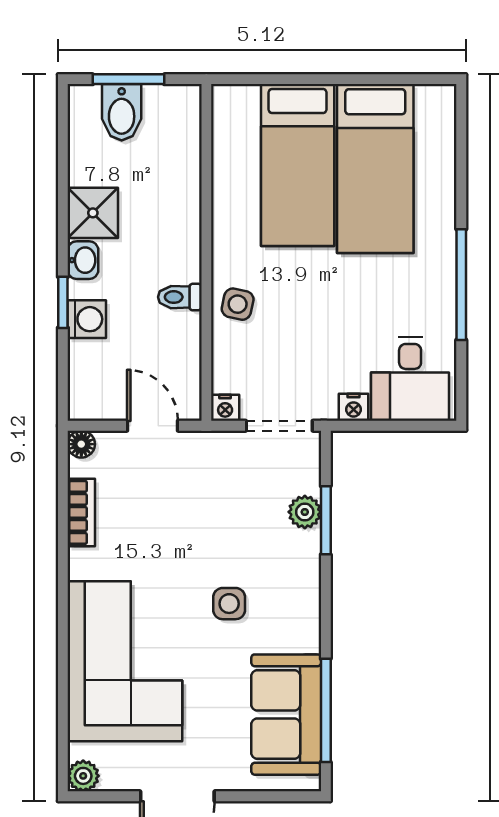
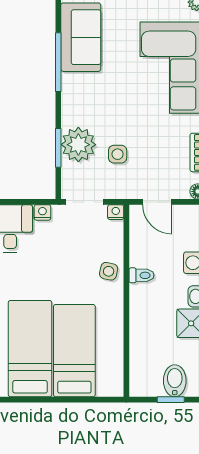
window: (128, 79) -> (171, 400), width x0.67
plant: (305, 512) -> (78, 145), width x1.88, depth x1.88
side table: (229, 604) -> (118, 154), moved
window: (326, 710) -> (58, 62), moved

